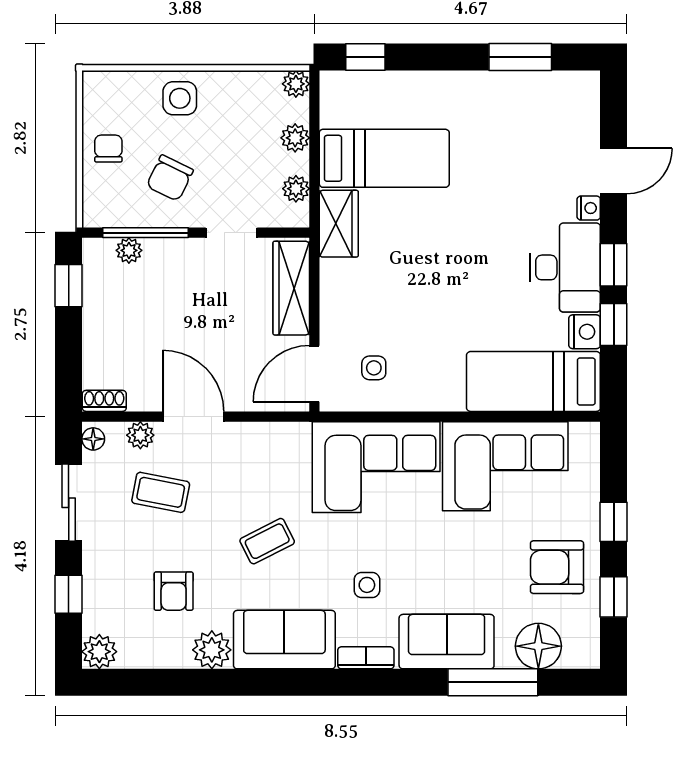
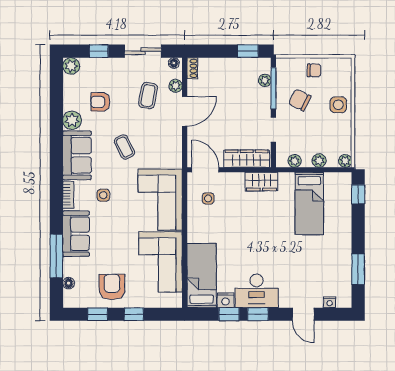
nightstand: (589, 208) -> (330, 302), moved
wardrobe: (339, 224) -> (261, 182), moved
floor lamp: (538, 646) -> (69, 283), width x0.53, depth x0.53

